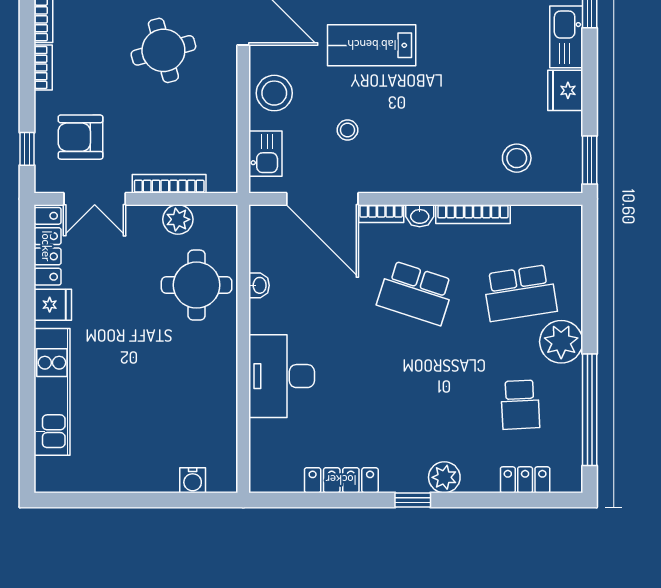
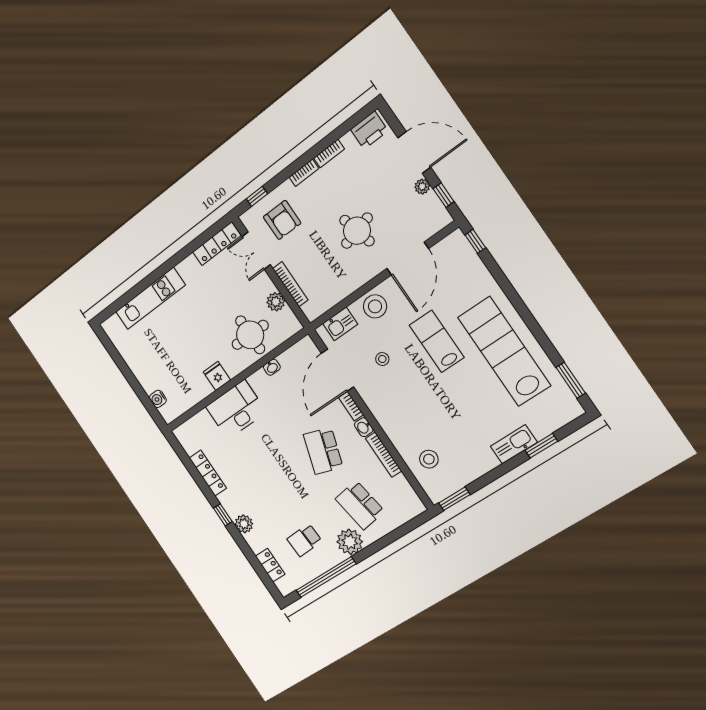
fridge: (565, 90) -> (483, 462), removed
armchair: (81, 137) -> (282, 220), turned 180
fridge: (53, 305) -> (217, 376), moved, turned 180

